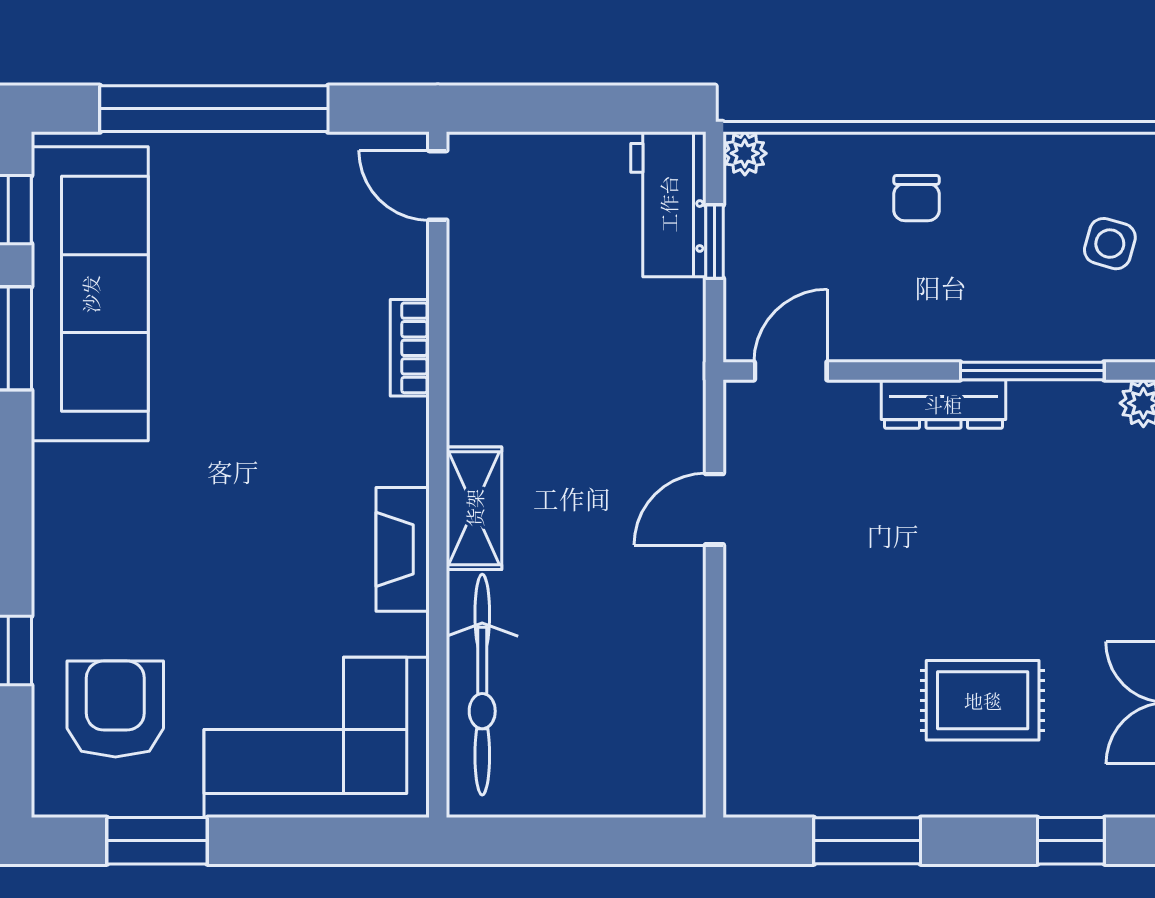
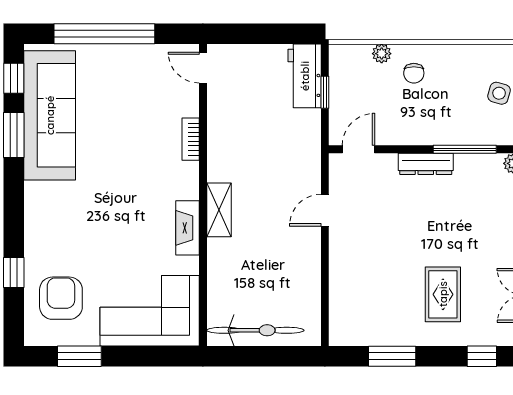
plant: (745, 153) -> (382, 54), moved
bicycle: (482, 685) -> (255, 330), moved, turned -90
rug: (983, 700) -> (443, 294), turned 90

